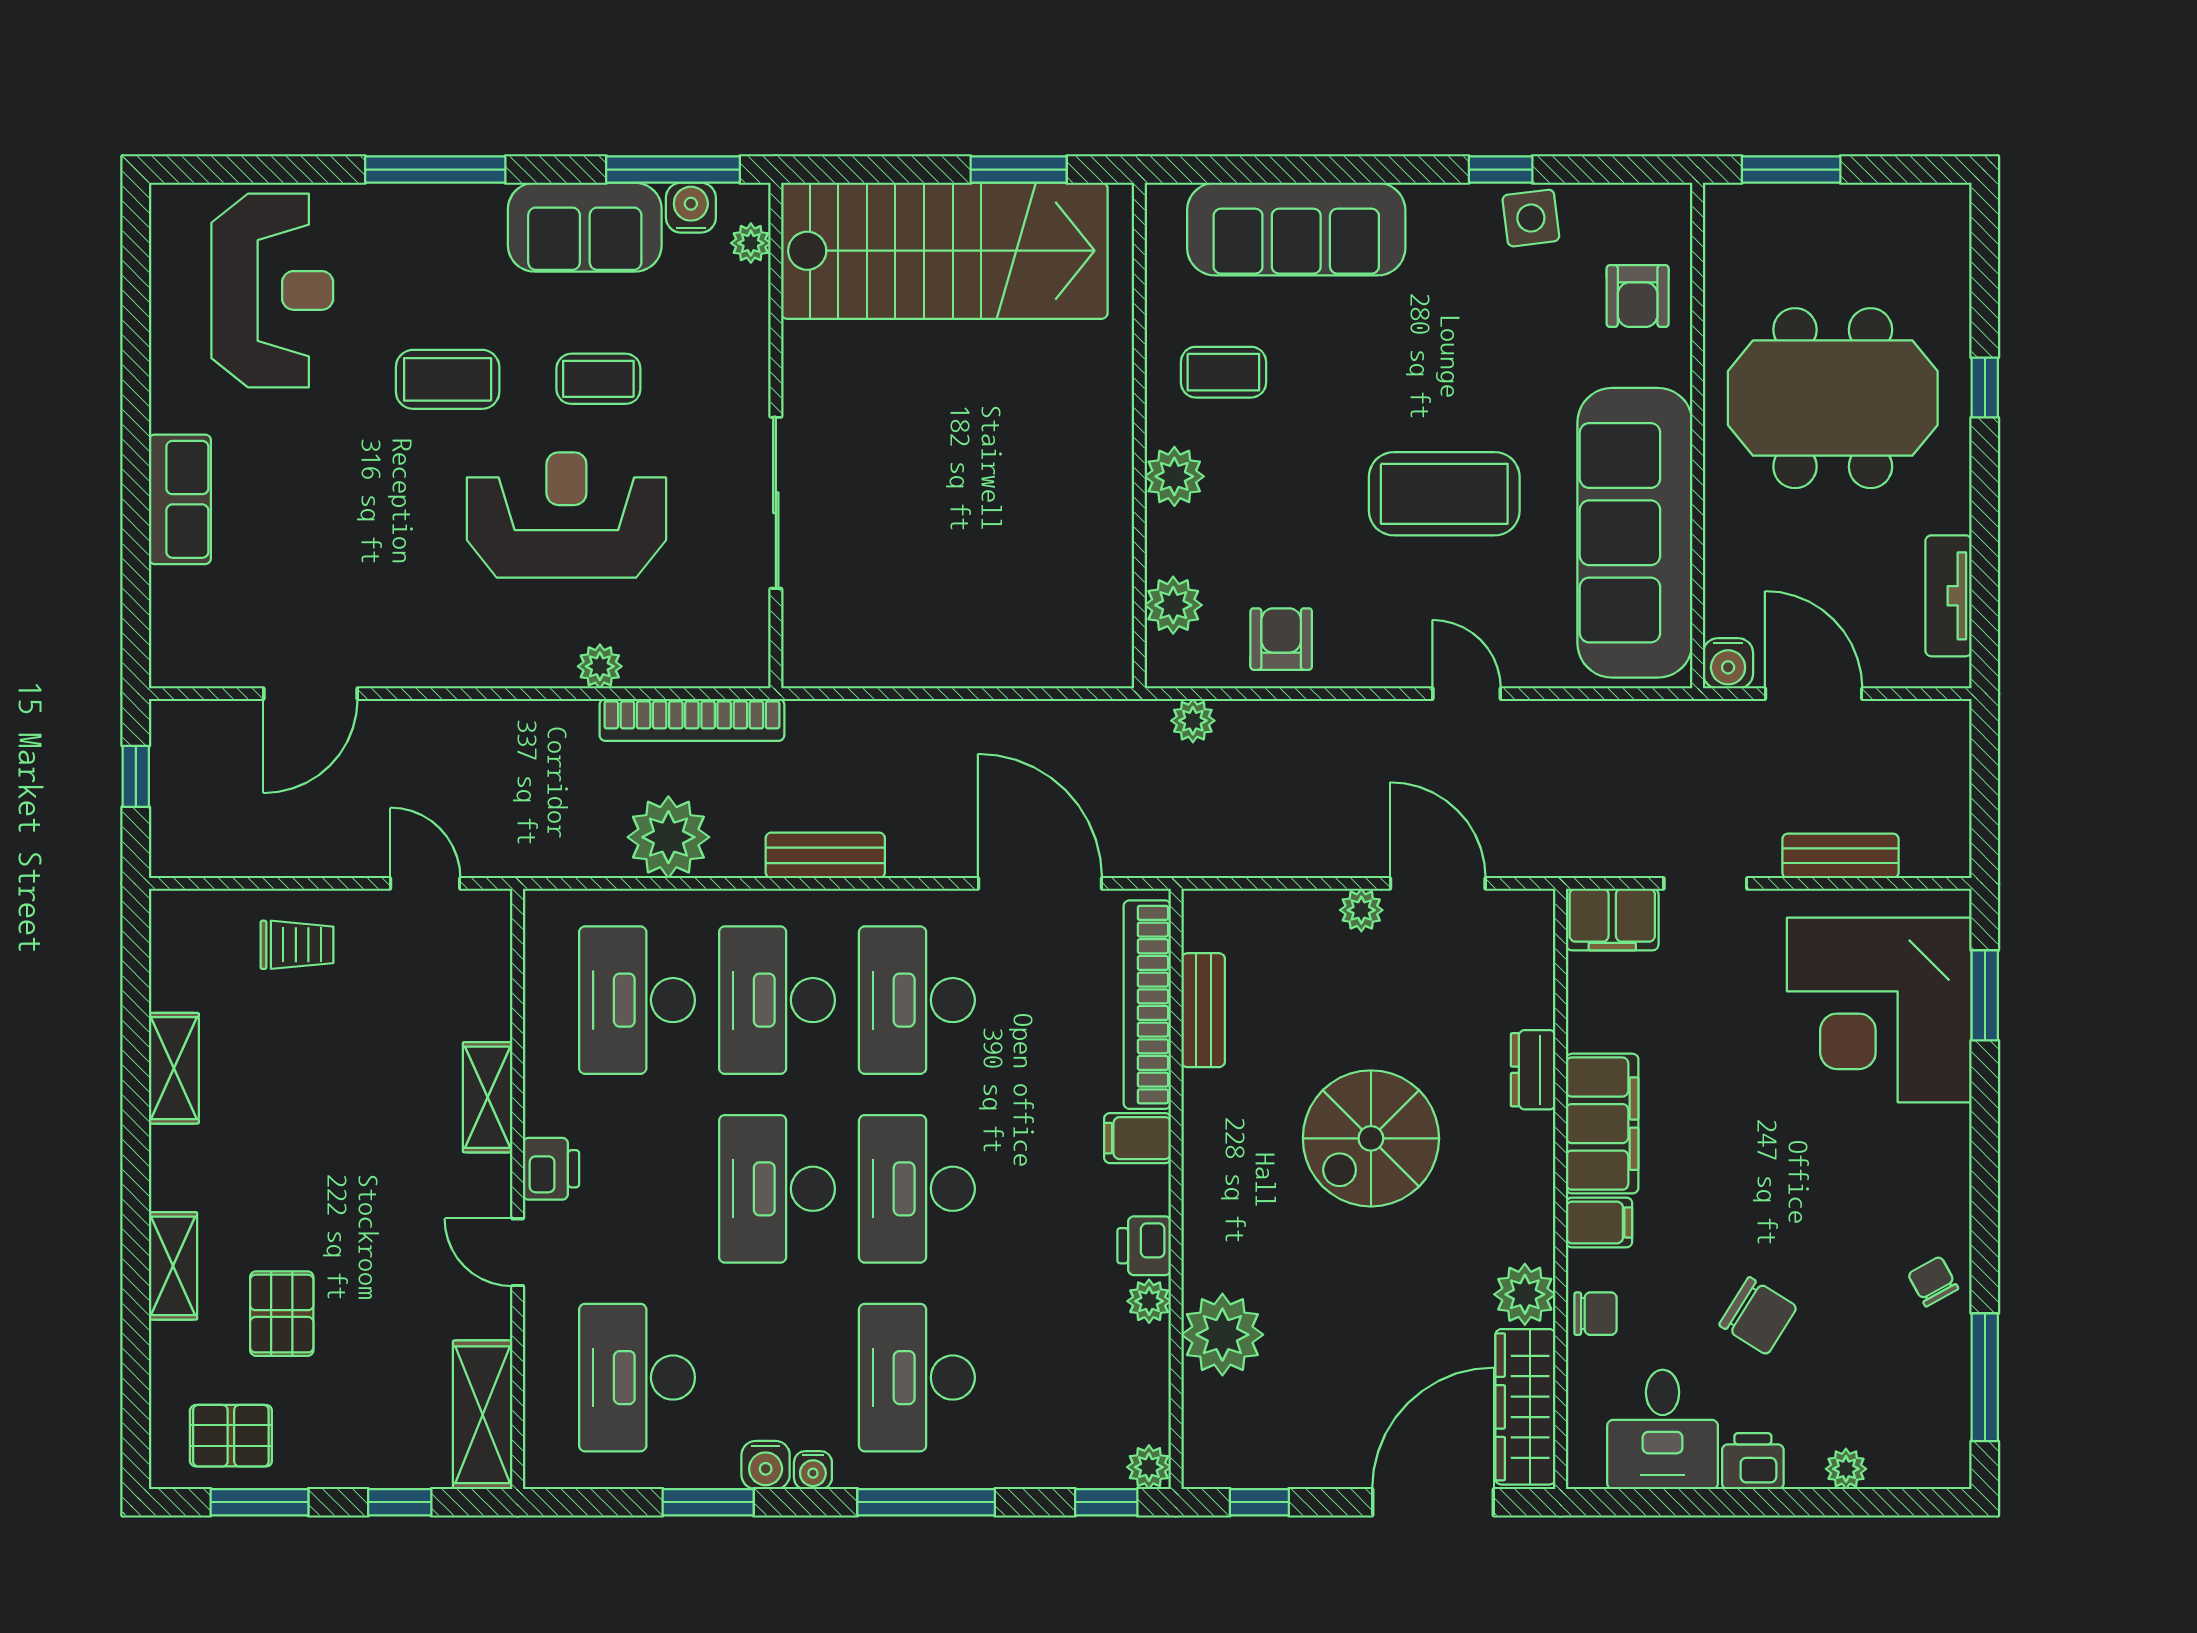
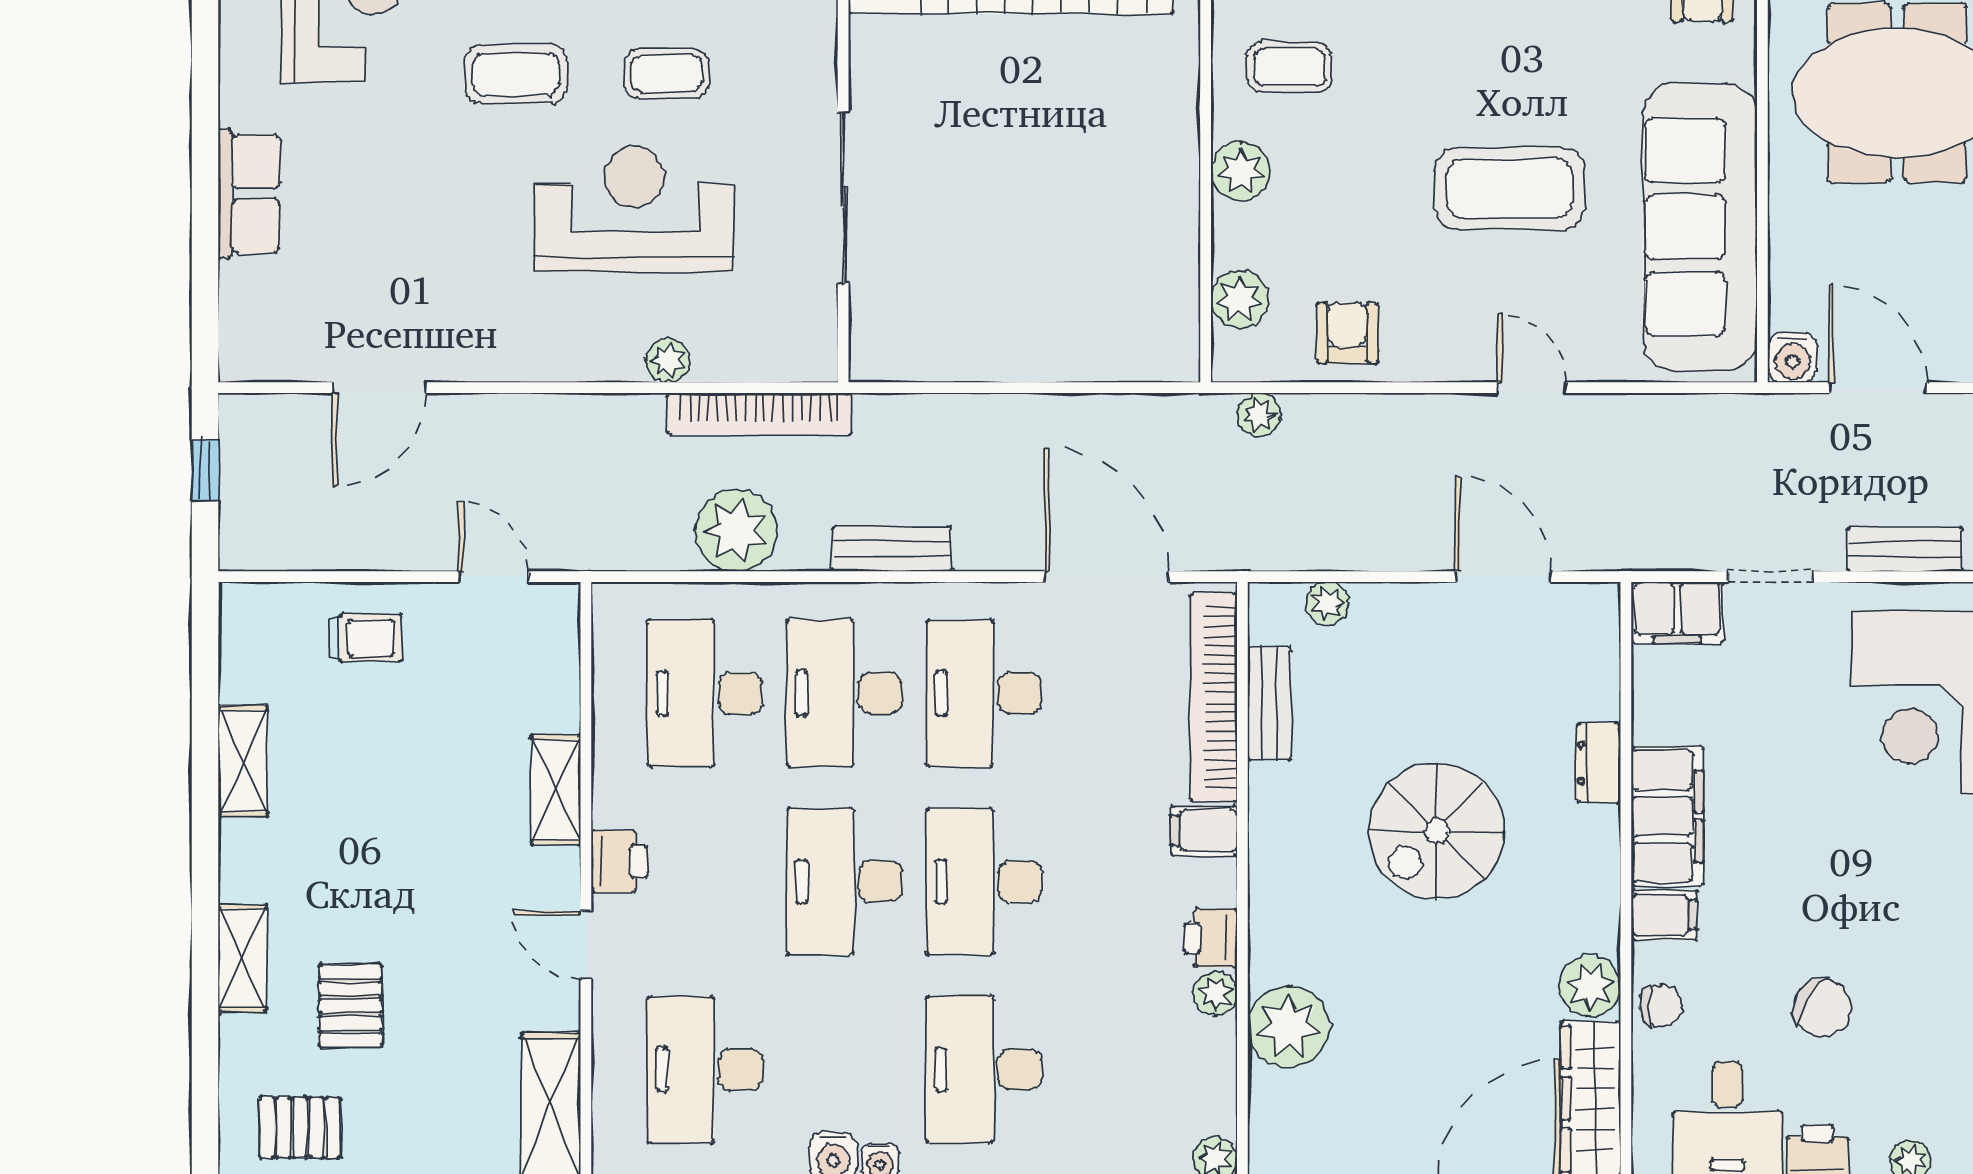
plant: (1361, 910) -> (1327, 603), moved

